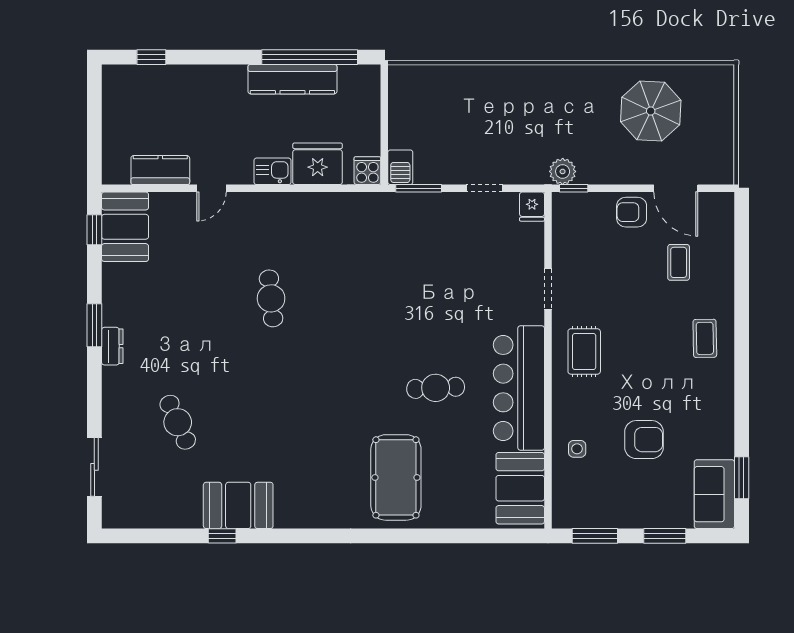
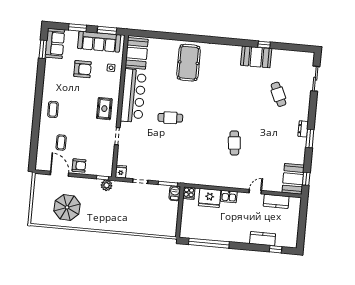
kitchen counter: (292, 79) -> (263, 239), moved, width x0.67
cafe table: (436, 388) -> (170, 118), moved
armchair: (644, 440) -> (82, 69), turned 180
sofa: (611, 508) -> (99, 42), added

